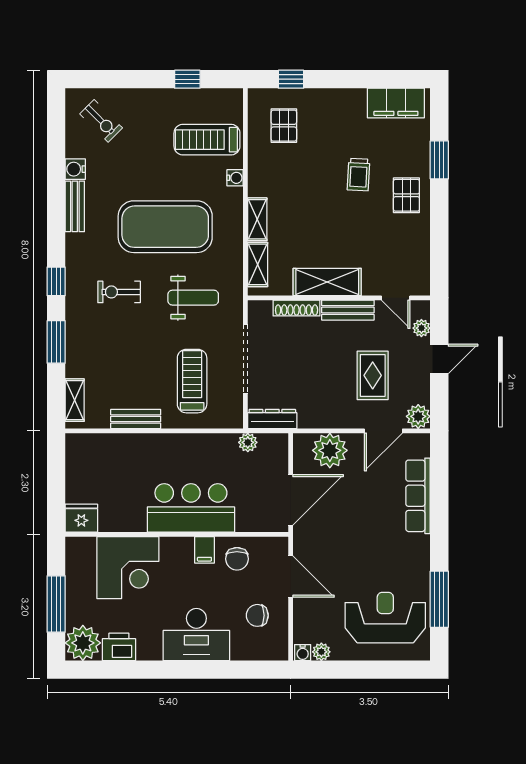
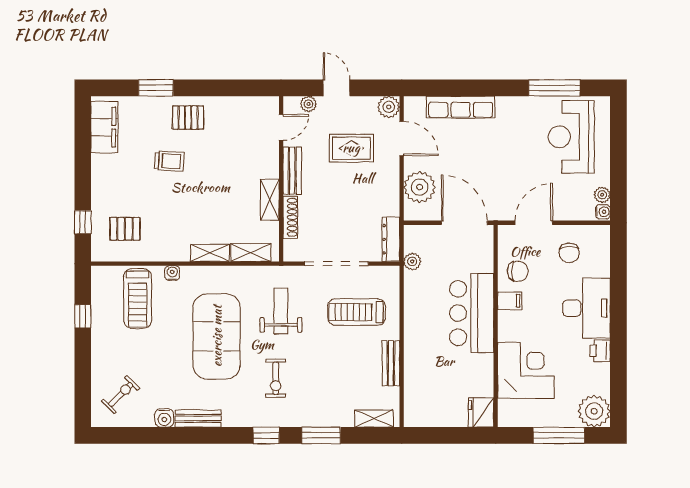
shelving: (327, 282) -> (270, 200), width x0.67, depth x0.75
printer: (119, 647) -> (600, 351), moved, width x0.73, depth x0.81

